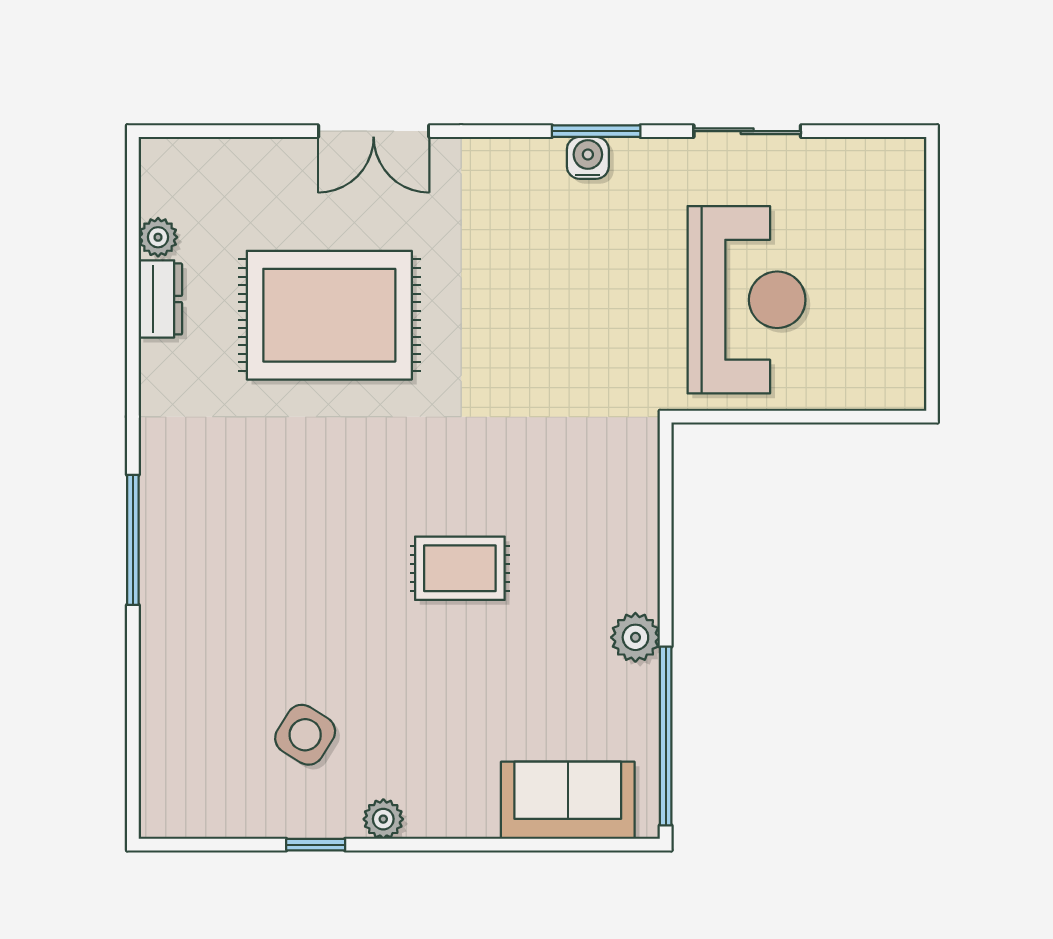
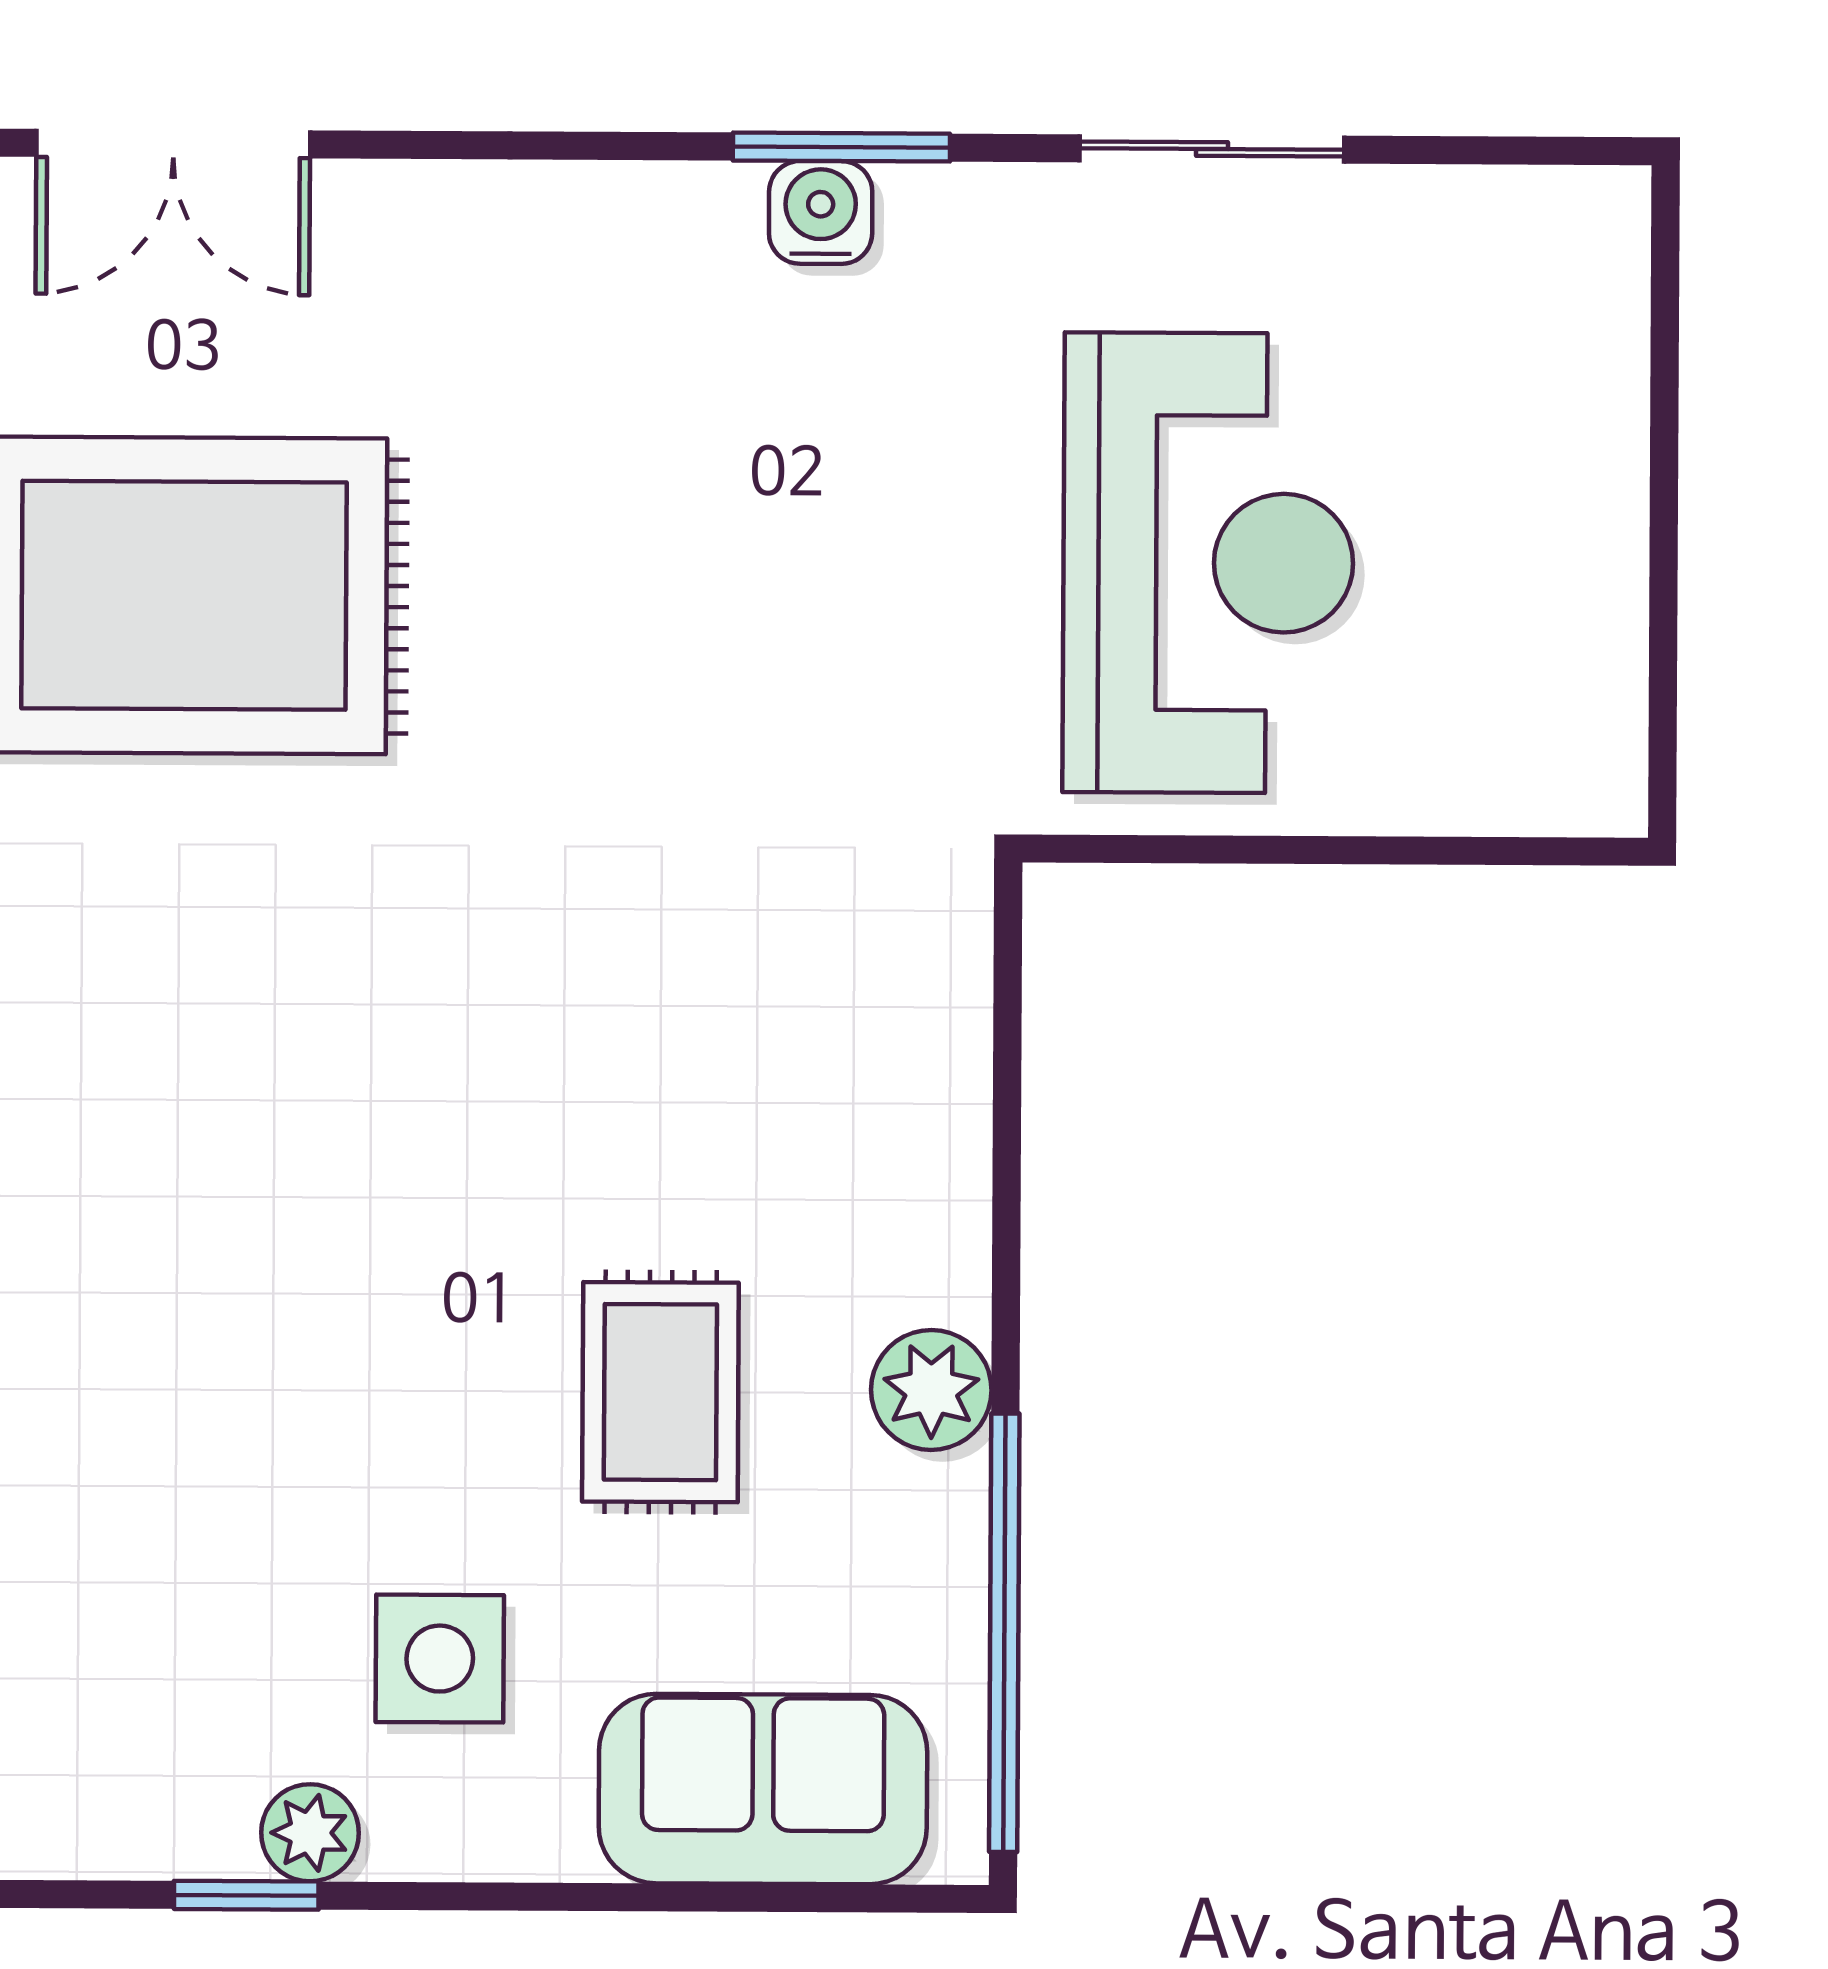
double door: (374, 131) -> (173, 144), moved
rug: (460, 568) -> (660, 1392), moved, turned 90
side table: (305, 735) -> (440, 1659), moved, turned -32
window: (316, 845) -> (246, 1895), moved

